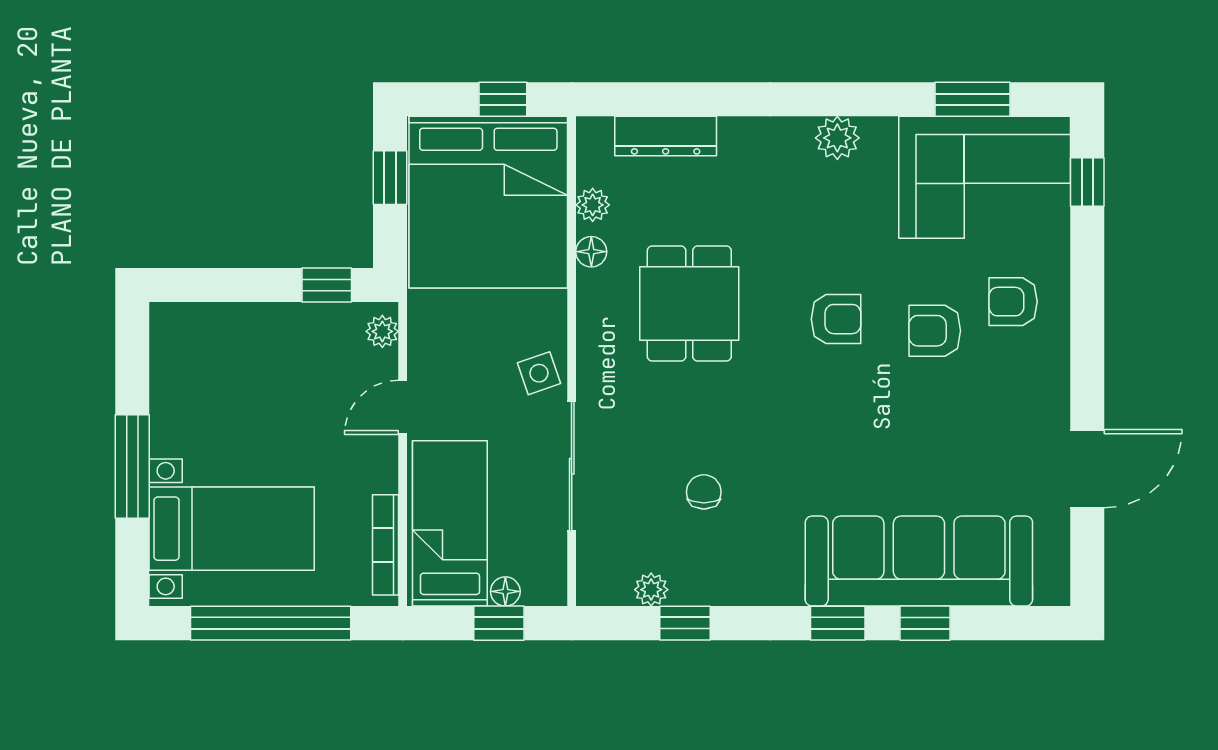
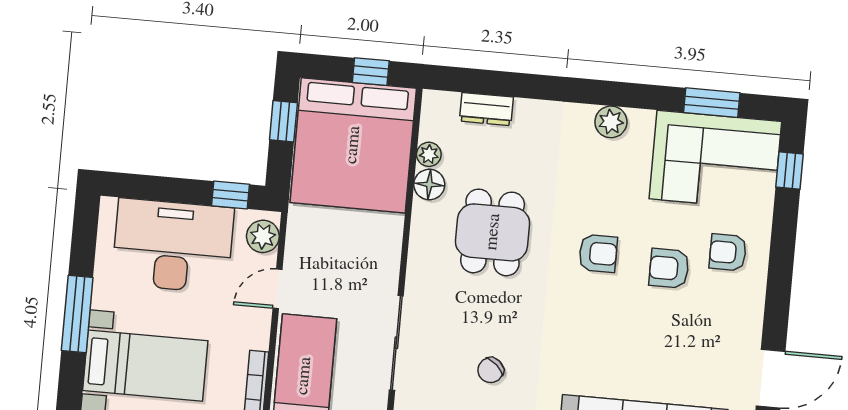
dresser: (666, 136) -> (486, 109), width x0.70
floor lamp: (591, 252) -> (429, 185), width x1.37, depth x1.37
plant: (382, 331) -> (263, 236), width x1.38, depth x1.38
desk: (254, 362) -> (173, 246), added
side table: (539, 373) -> (379, 273), removed
chair: (704, 492) -> (491, 370), turned -138

